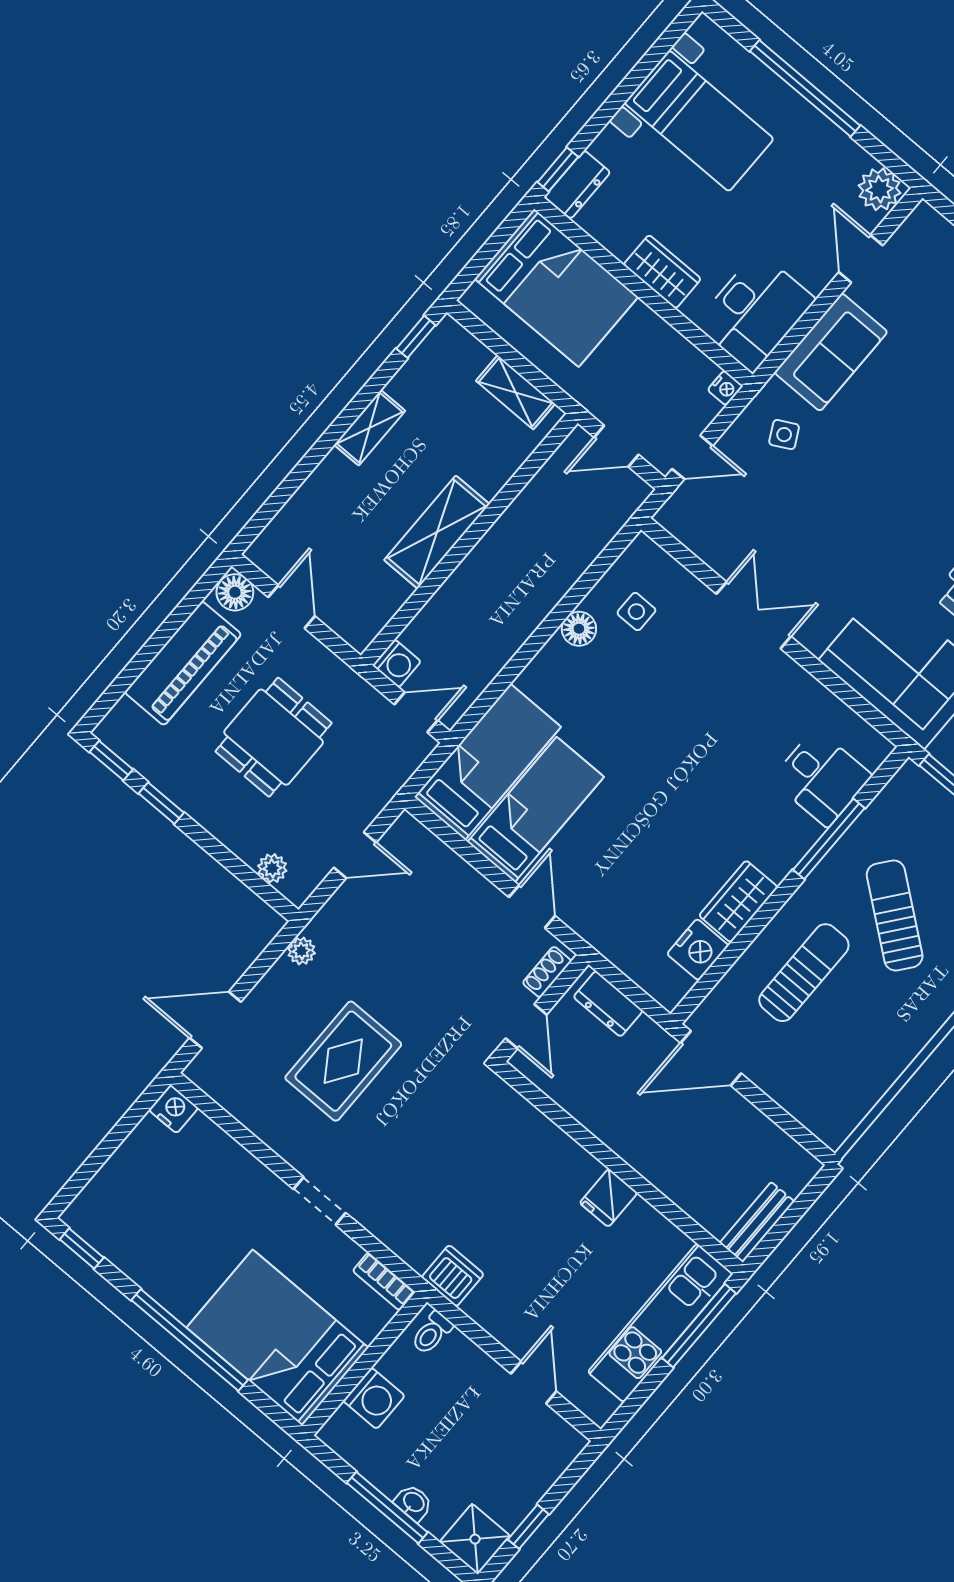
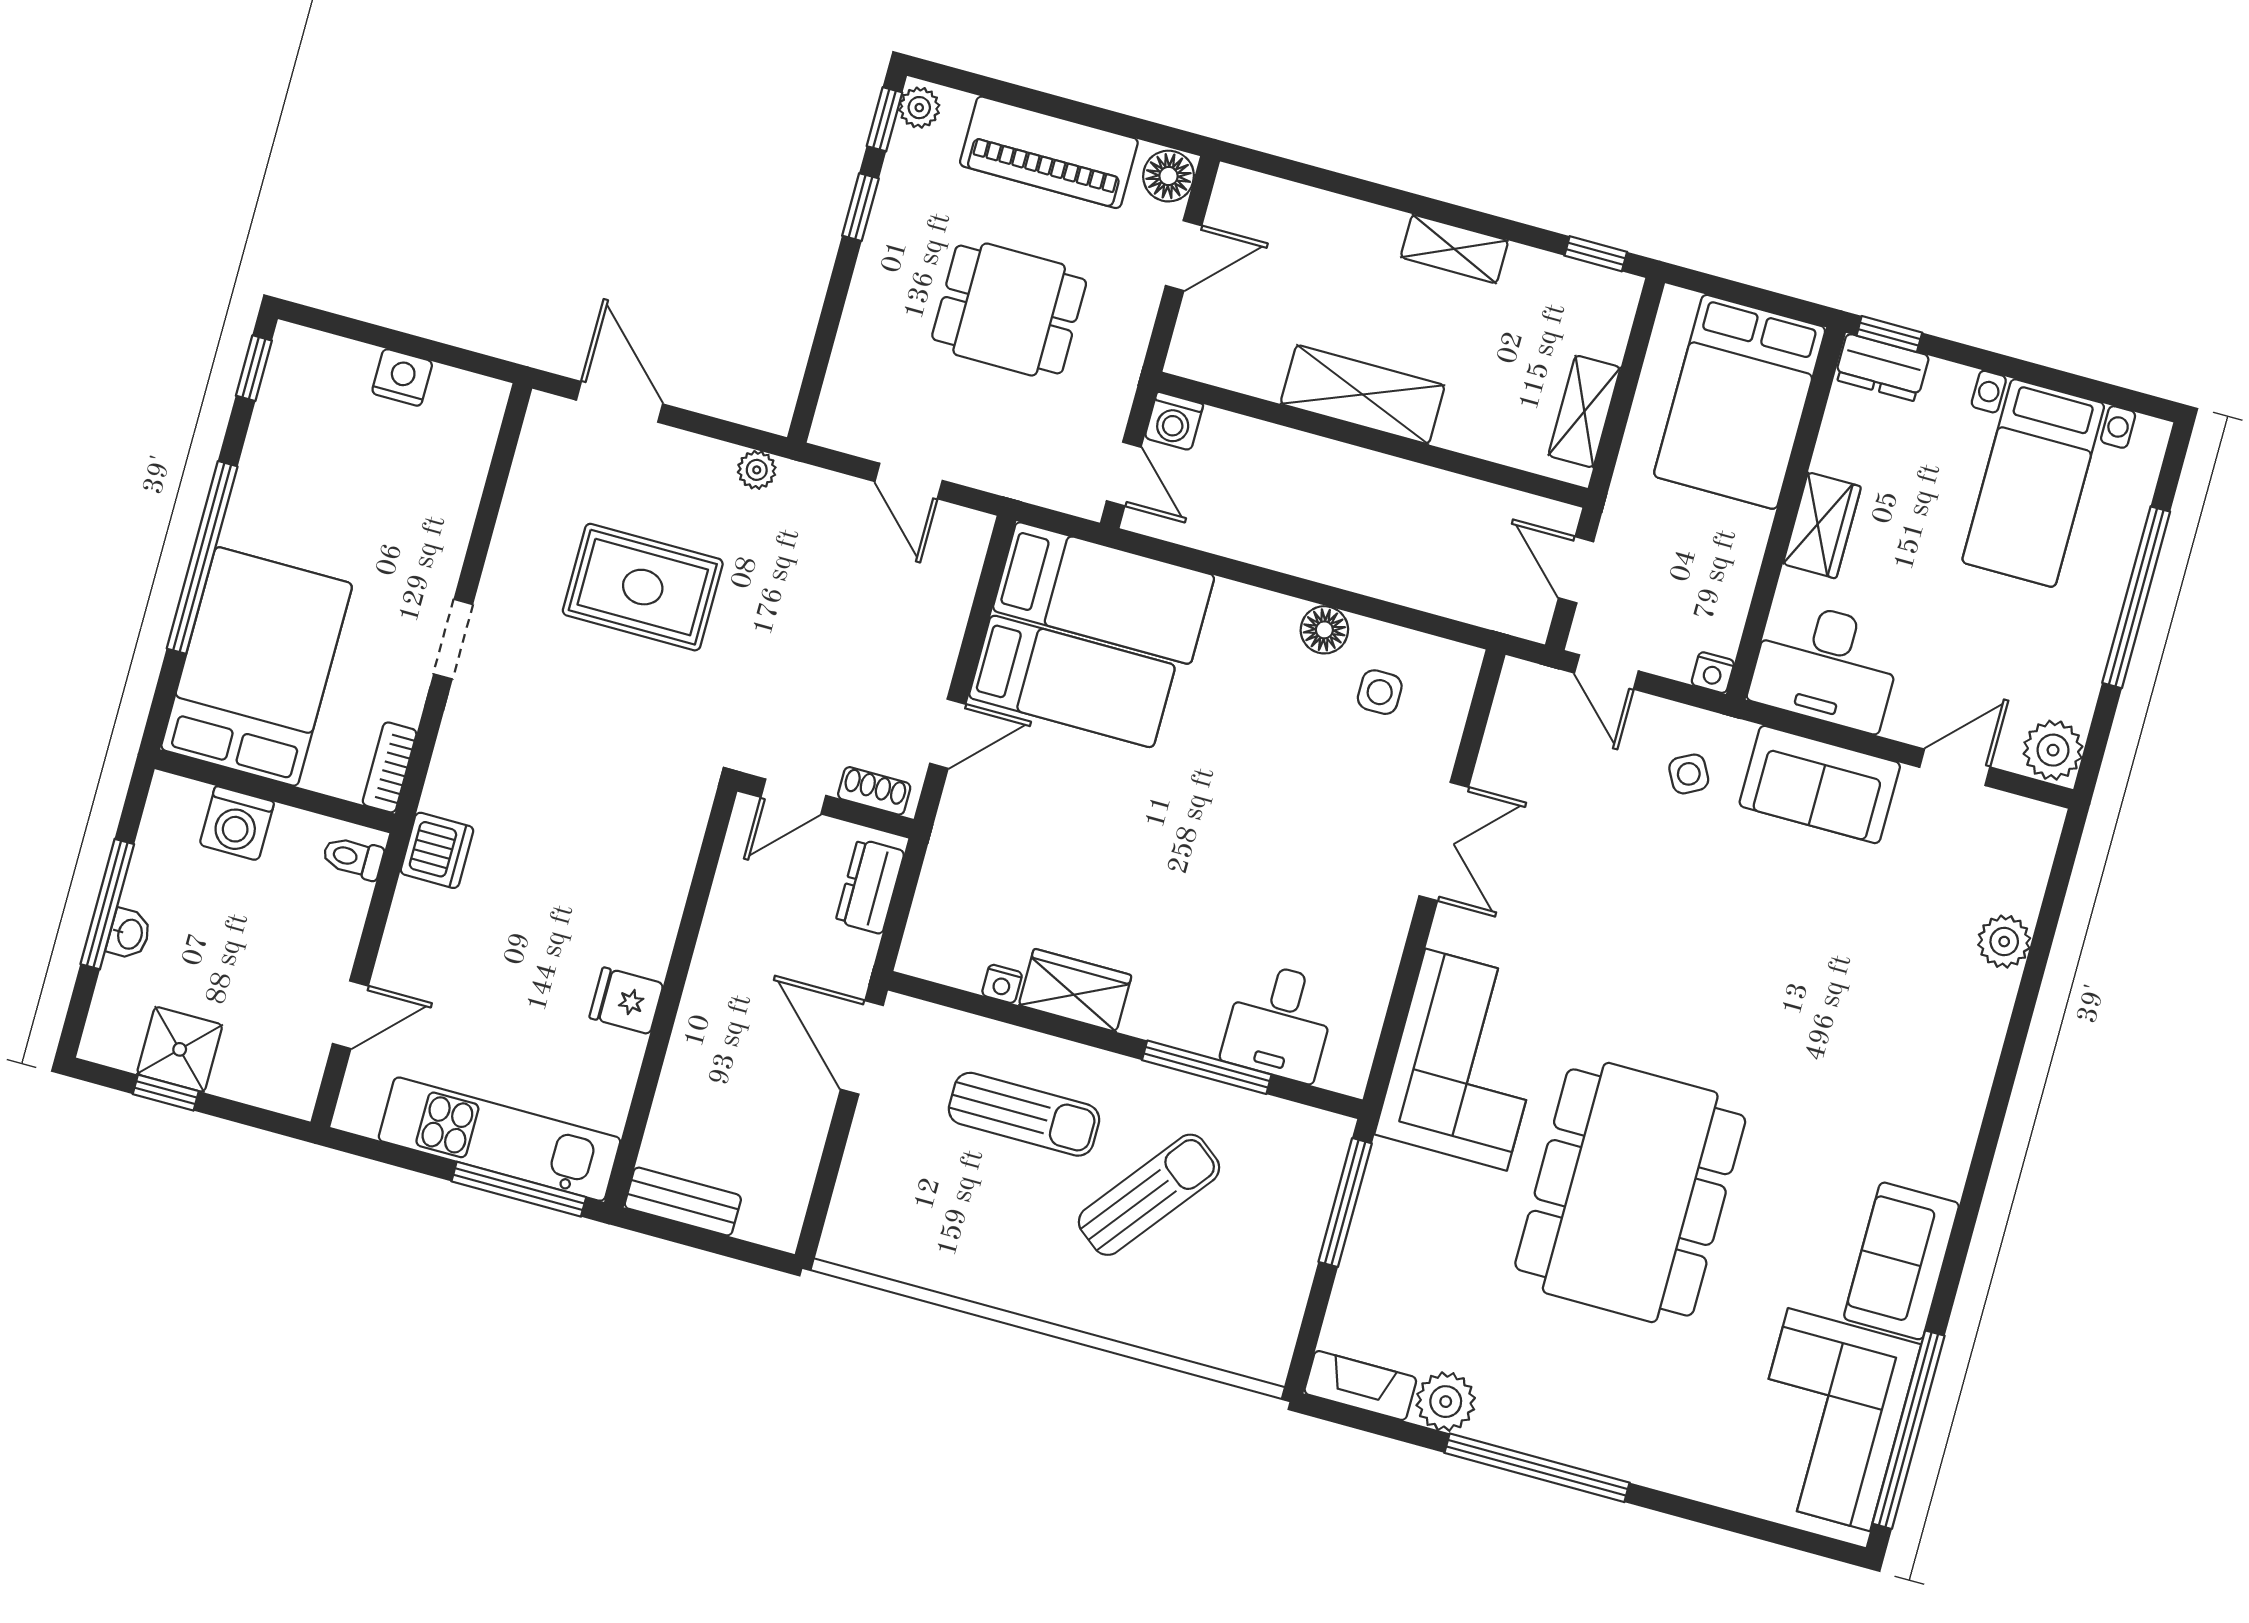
plant: (272, 868) -> (919, 108), moved
nightstand: (698, 950) -> (1002, 984), width x0.53, depth x0.56
nightstand: (174, 1109) -> (402, 377), moved, turned -90
shower: (475, 1539) -> (180, 1049), moved

